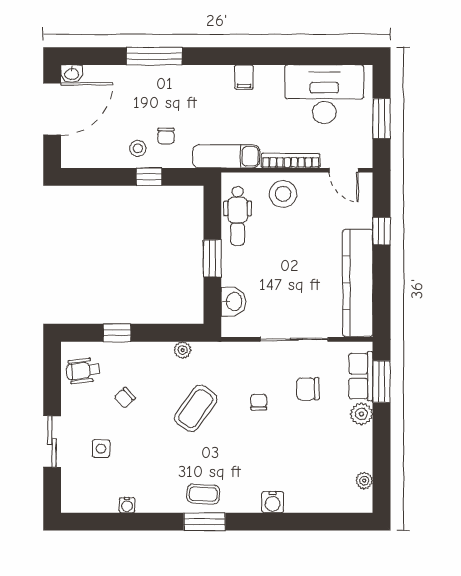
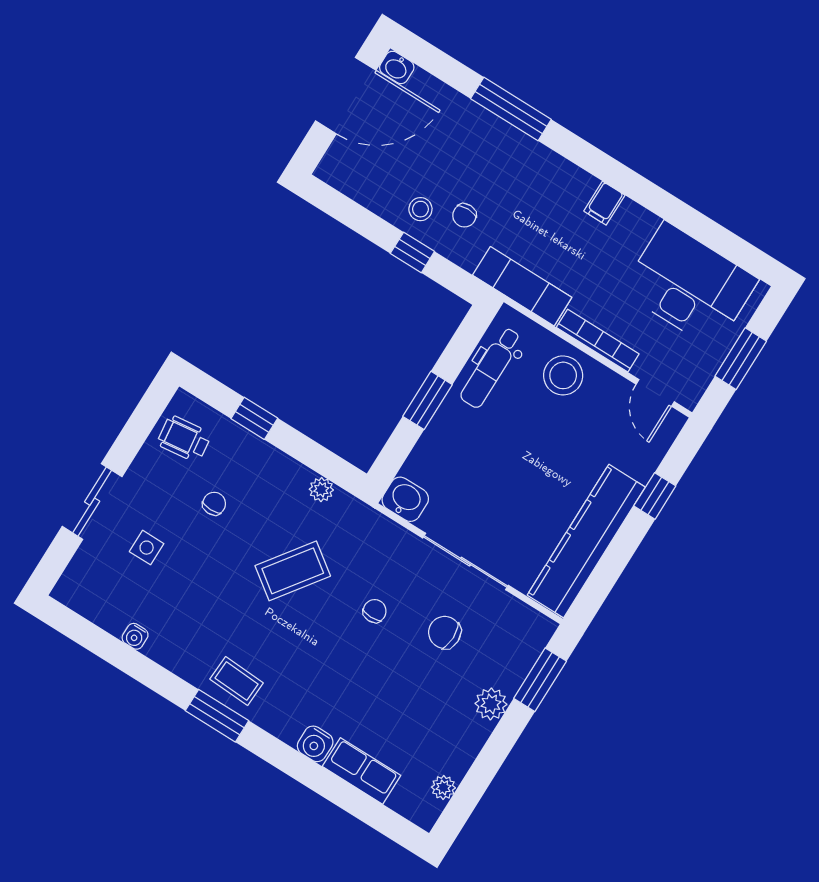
washbasin: (233, 301) -> (405, 499), moved, turned -90
row of seats: (361, 376) -> (361, 771), moved, turned 90
chair: (125, 398) -> (214, 504), turned 132

